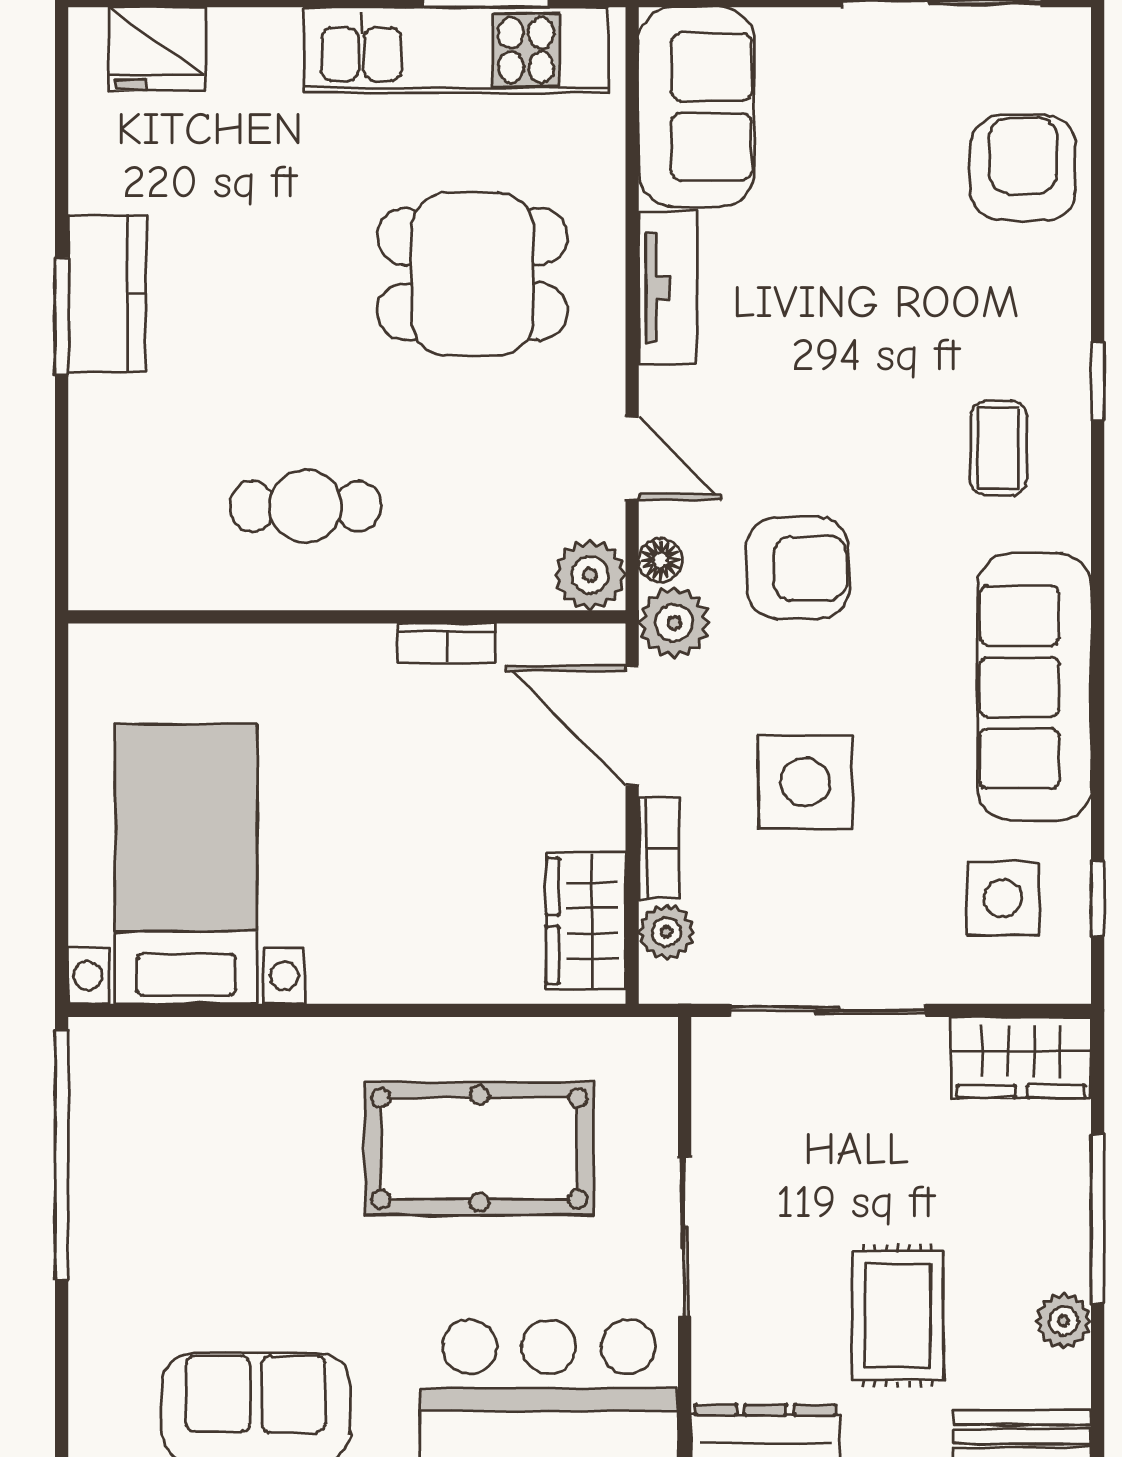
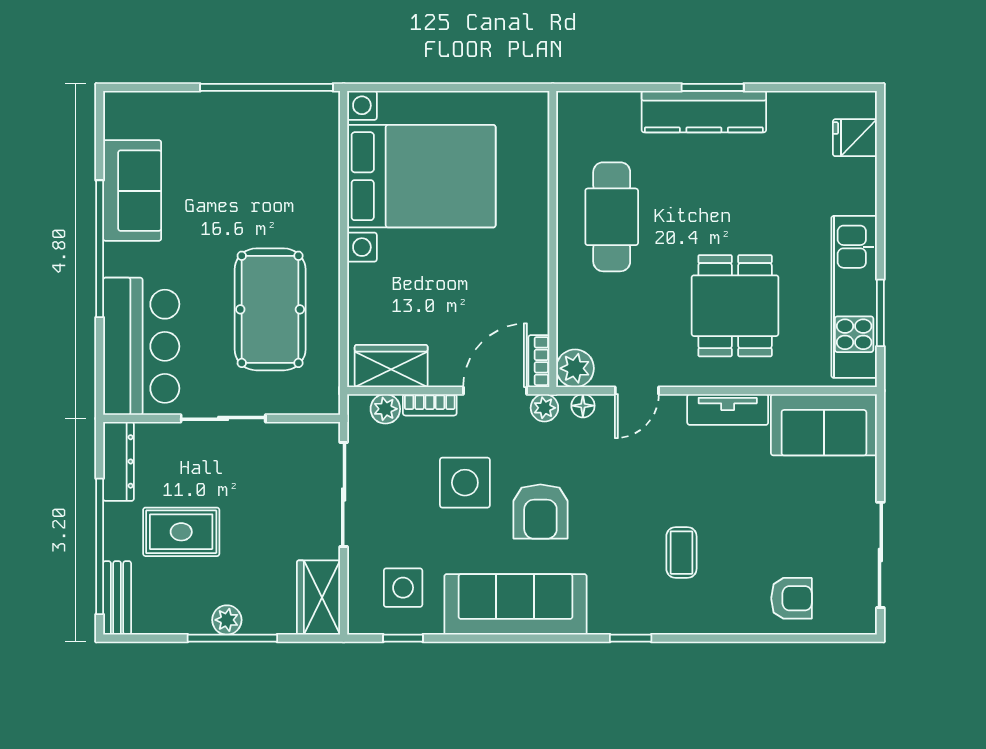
fridge: (156, 49) -> (855, 138), width x0.72
armchair: (1023, 168) -> (791, 598), width x0.72, depth x0.72
kitchen counter: (107, 294) -> (704, 112), width x1.50
window: (1098, 381) -> (631, 638), moved
coffee table: (998, 448) -> (681, 553), moved, turned 90
cafe table: (305, 506) -> (612, 217), width x1.37, depth x1.35
armchair: (798, 568) -> (540, 512), moved
plant: (674, 623) -> (544, 408), width x0.73, depth x0.73
bookcase: (447, 643) -> (539, 361), moved
bed with nightstands: (186, 864) -> (421, 176), width x1.36
plant: (1064, 1321) -> (227, 620), moved

